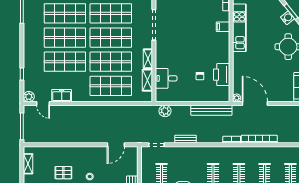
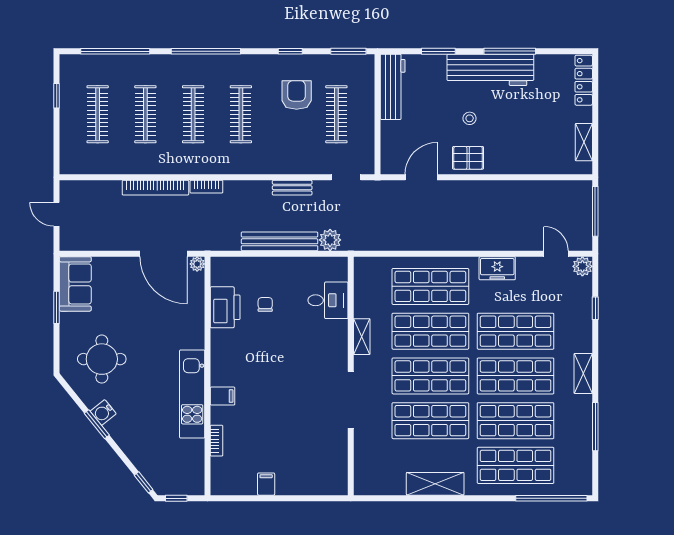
shelving: (147, 80) -> (583, 373), moved
freezer: (62, 96) -> (497, 268), moved
bench: (211, 110) -> (280, 241), moved
pallet: (63, 173) -> (468, 158), moved

